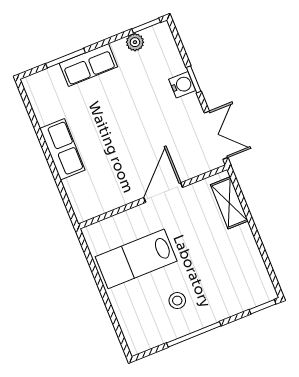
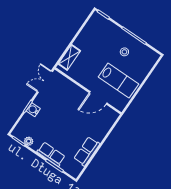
row of seats: (62, 149) -> (87, 151), moved
door: (163, 193) -> (98, 98), moved

